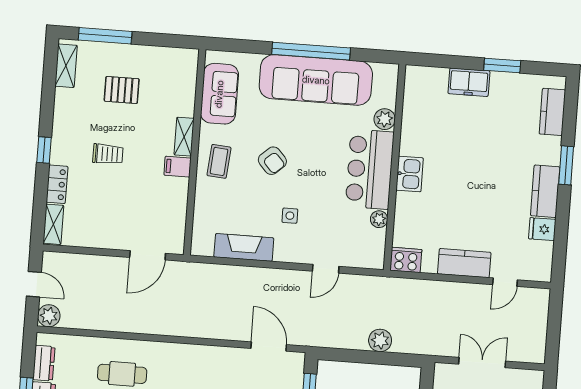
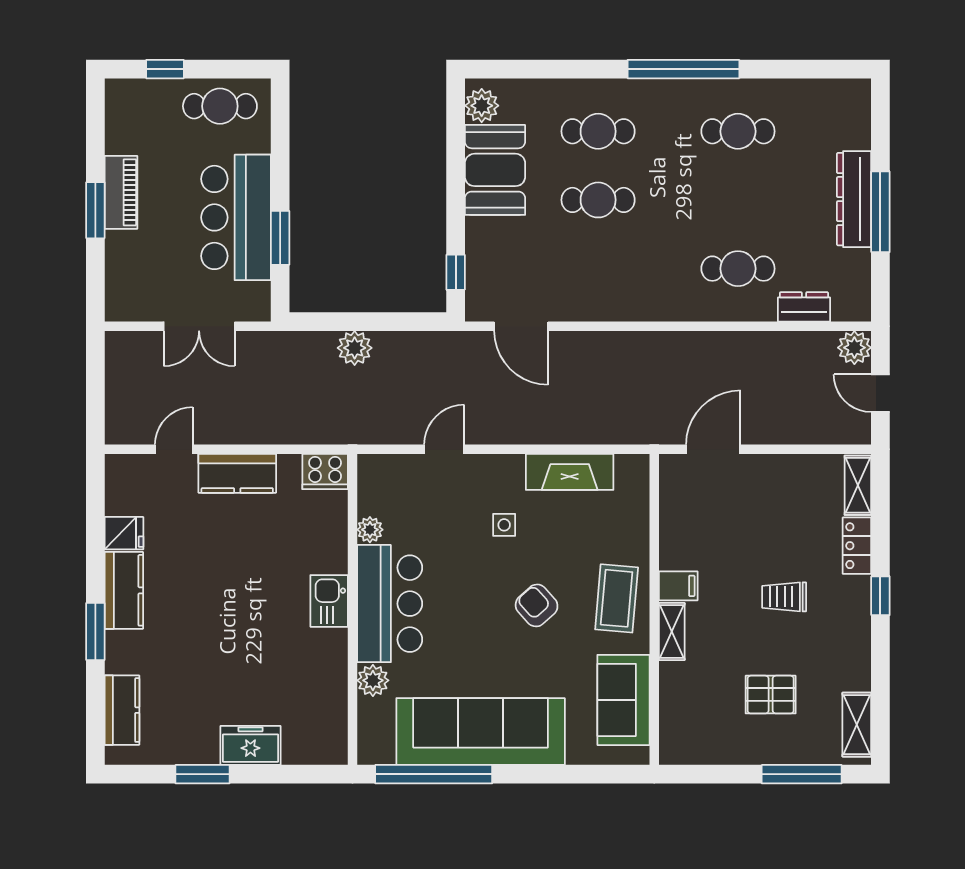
window: (311, 51) -> (434, 774), moved
coffee table: (219, 161) -> (617, 598), width x1.36, depth x1.30
dresser: (44, 363) -> (804, 307), moved, turned 90

